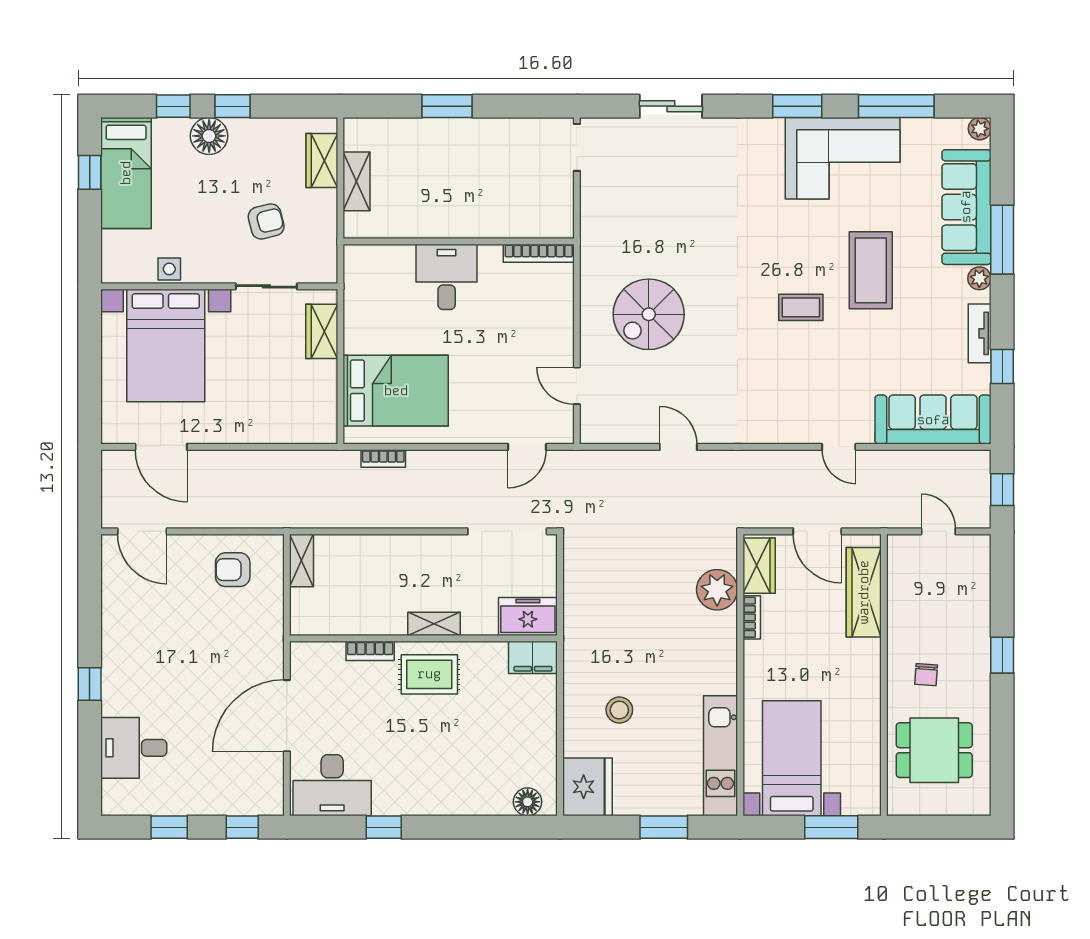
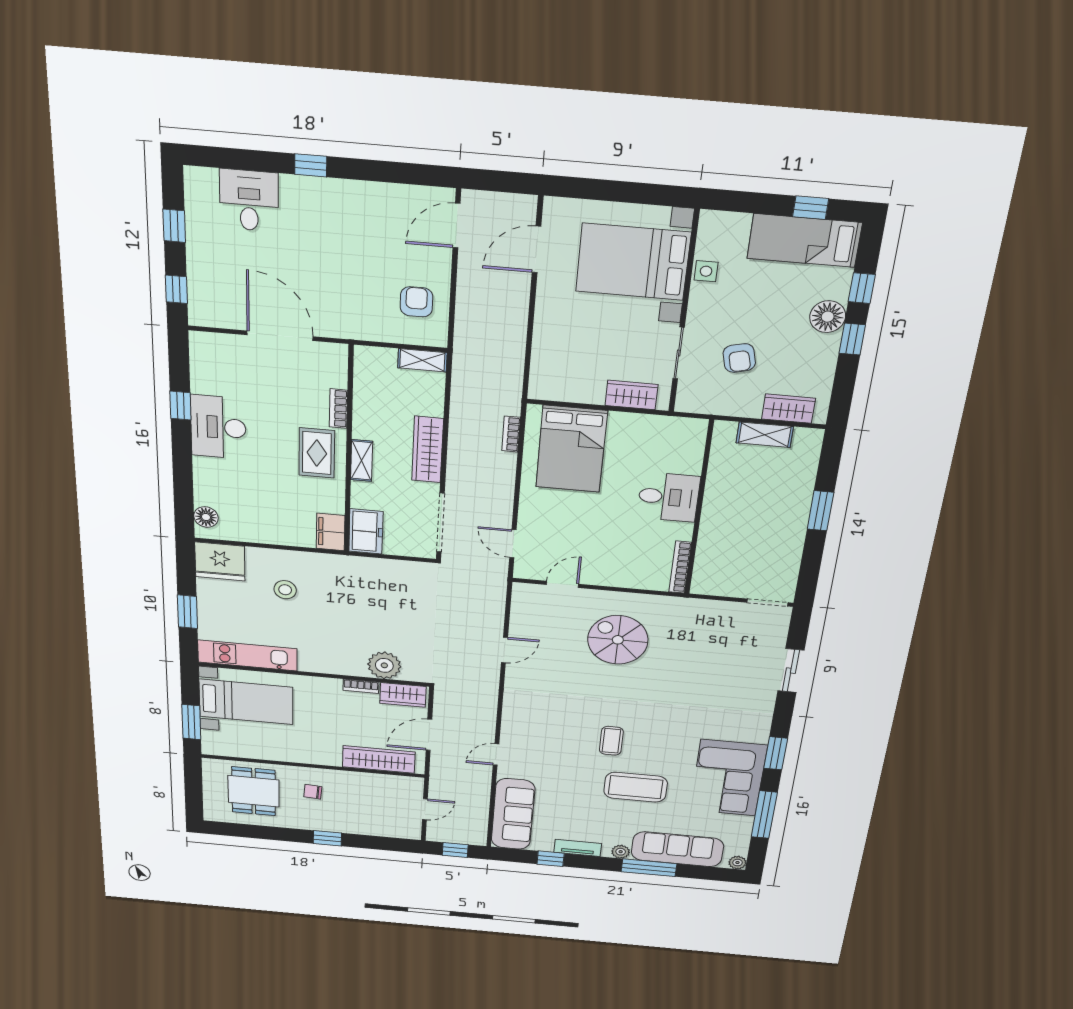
wardrobe: (412, 550) -> (428, 449), added
desk: (332, 785) -> (218, 427), moved

